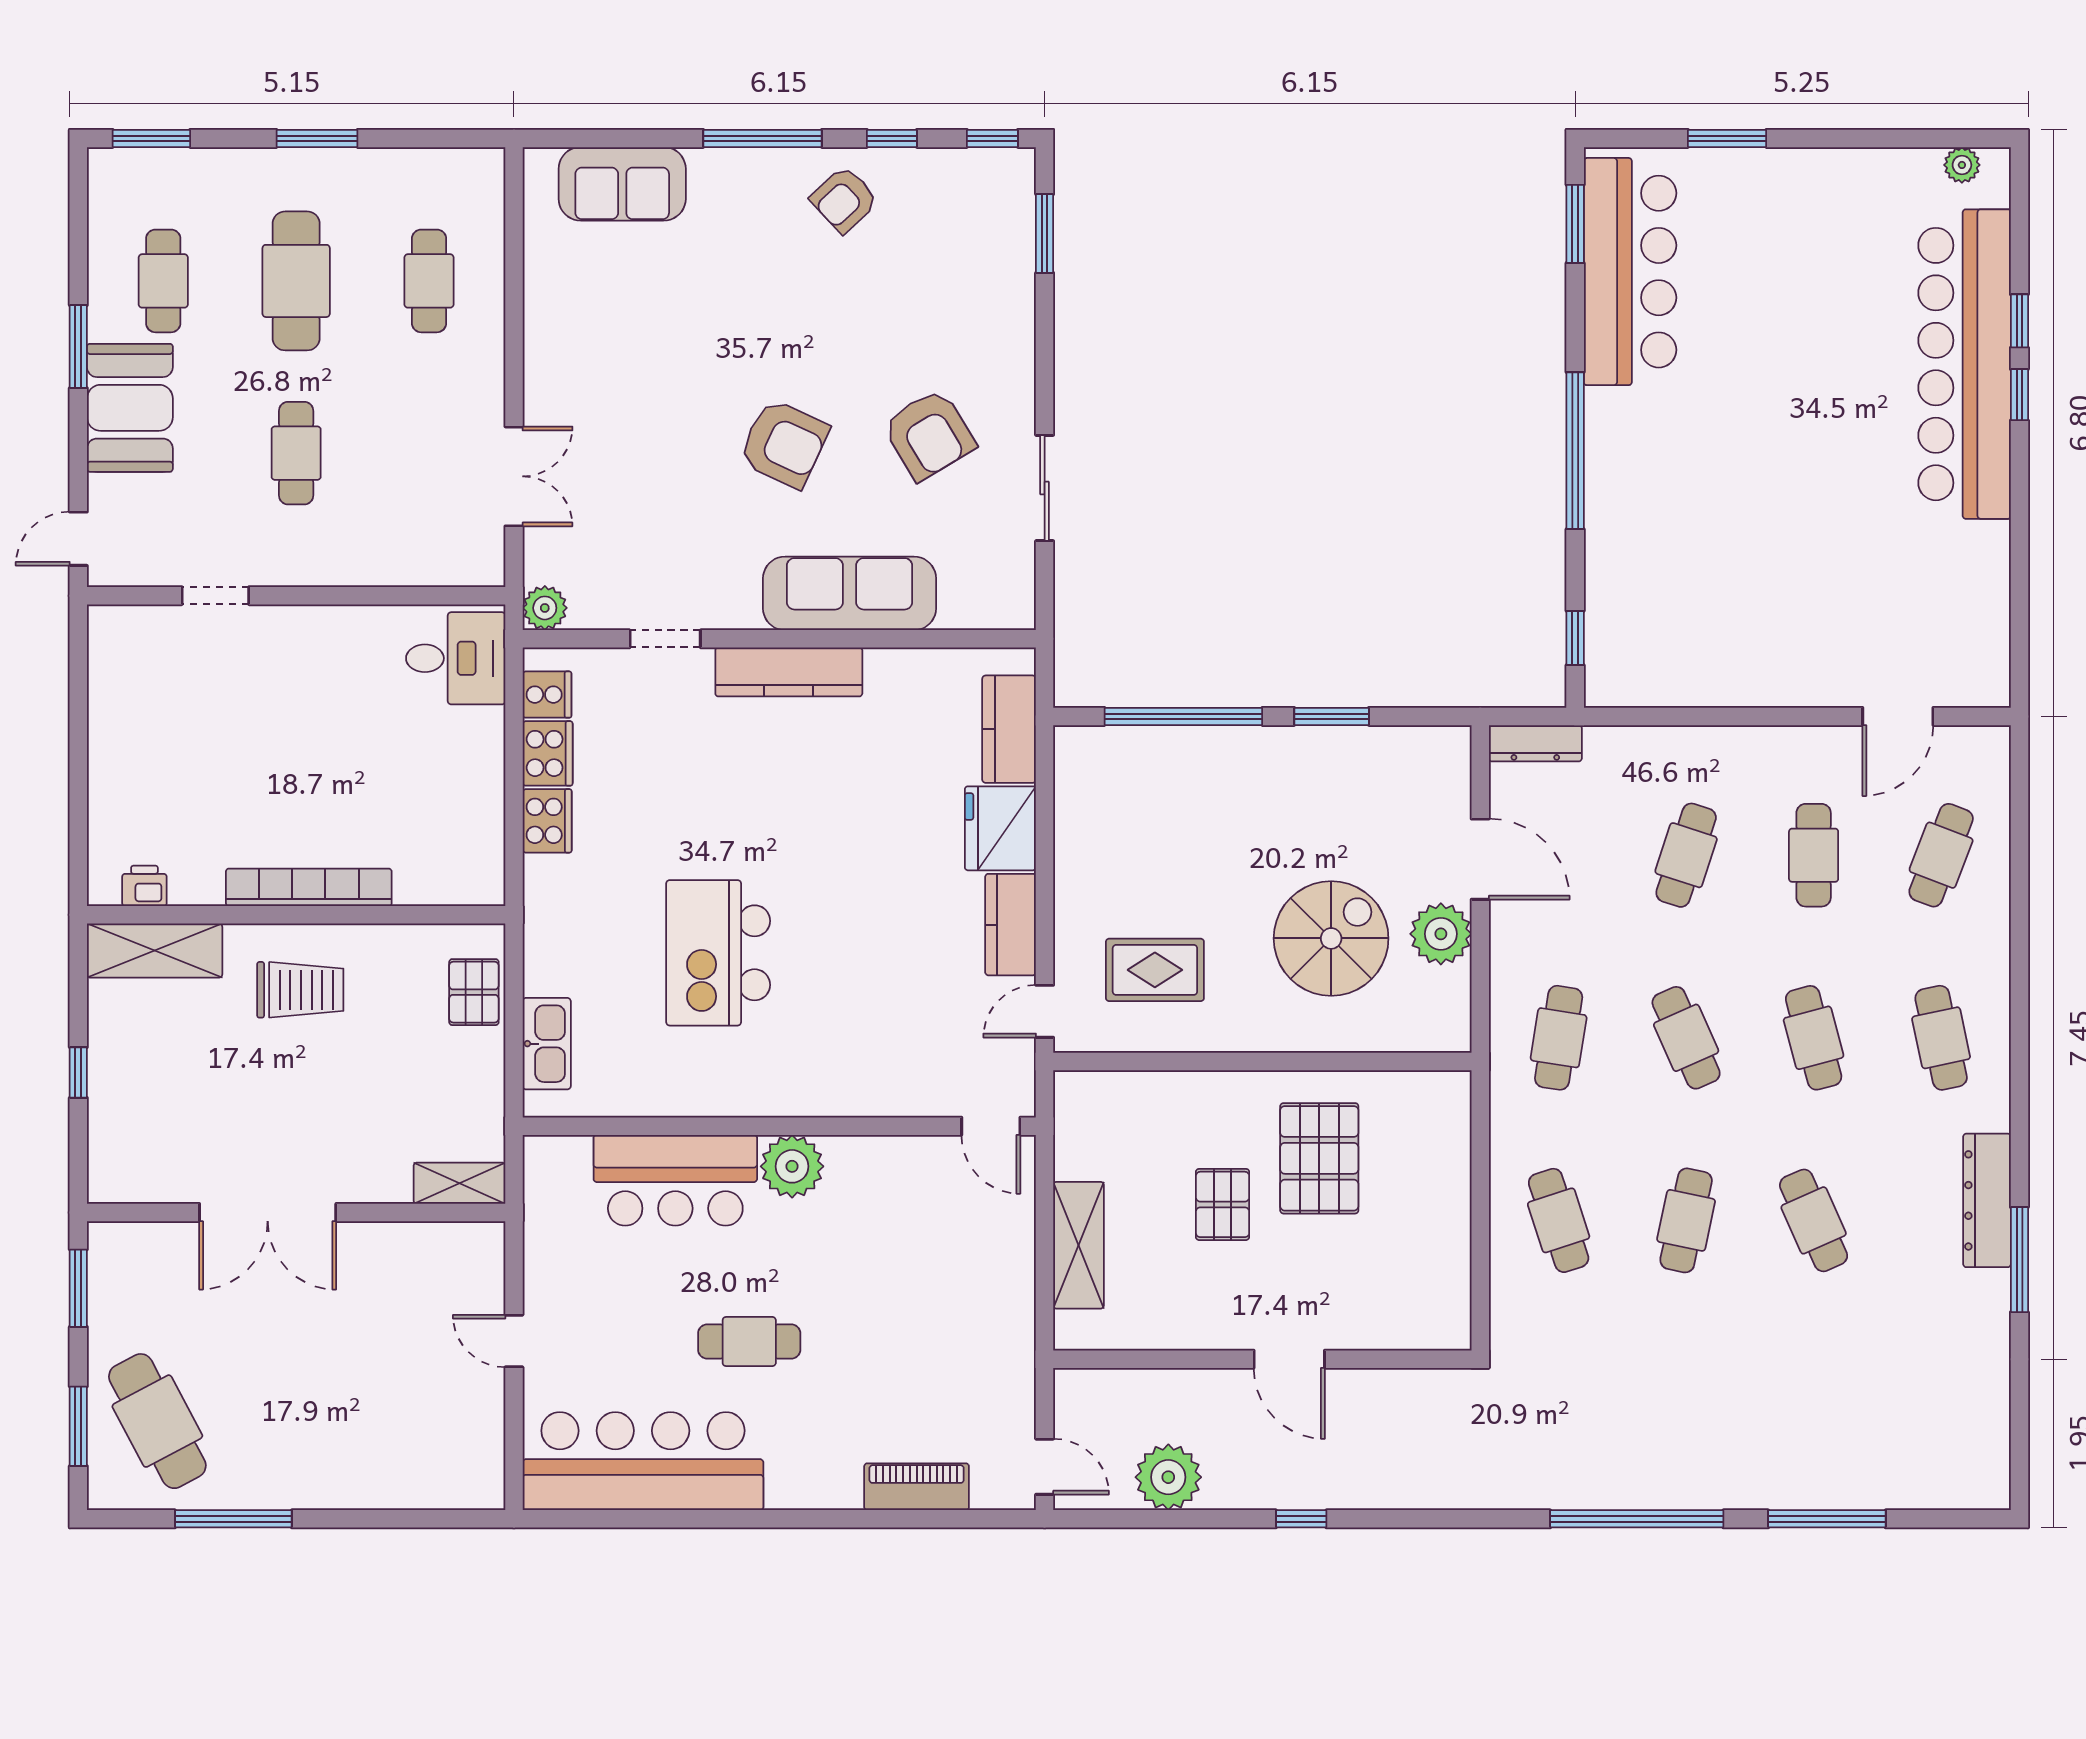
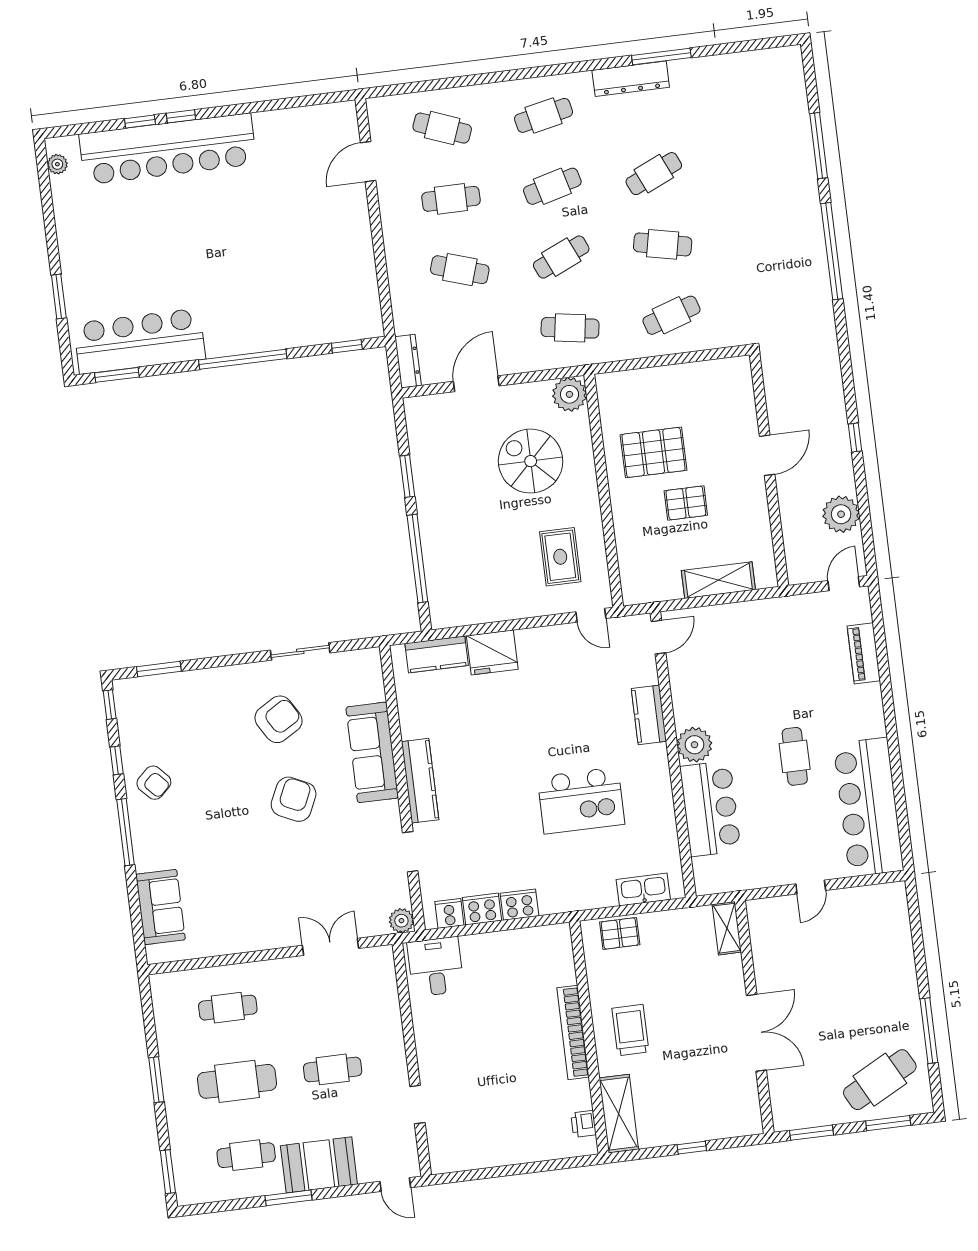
door: (1898, 716) -> (368, 162), swing flipped
kitchen counter: (1011, 925) -> (649, 715), moved, turned 90
plant: (1441, 934) -> (569, 394), moved

